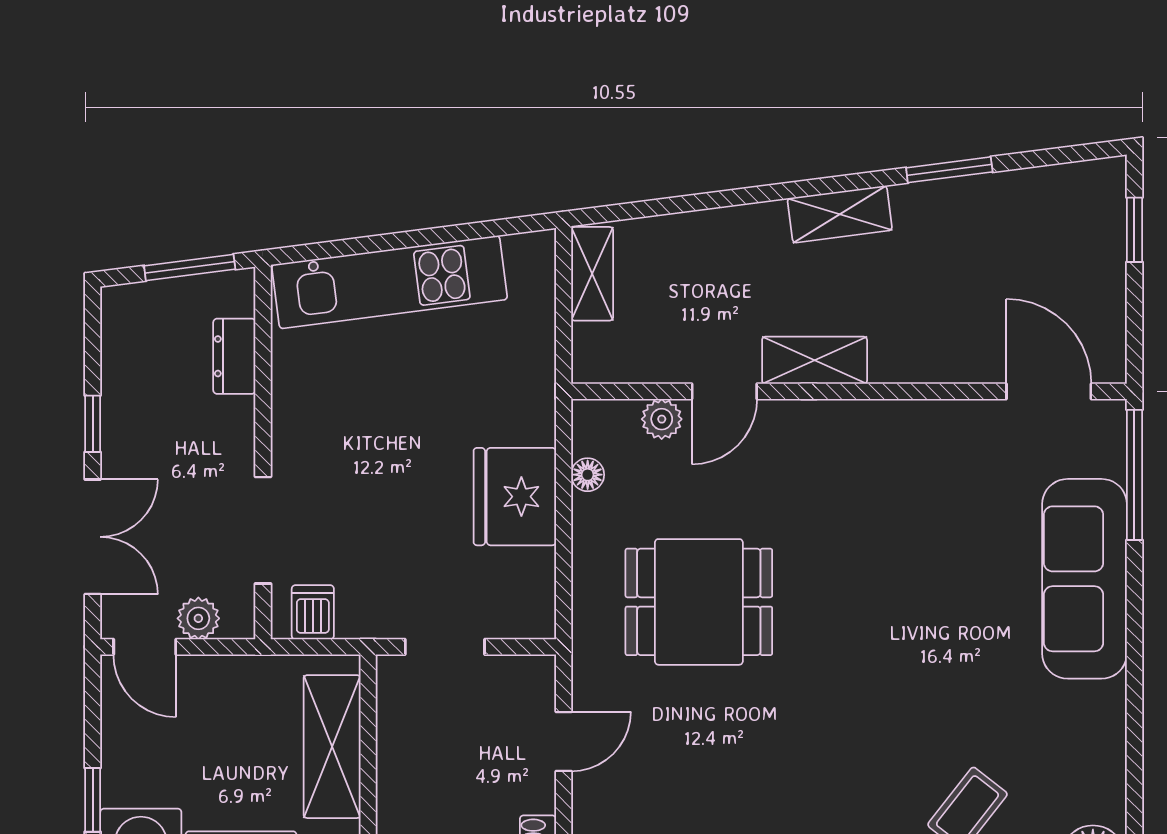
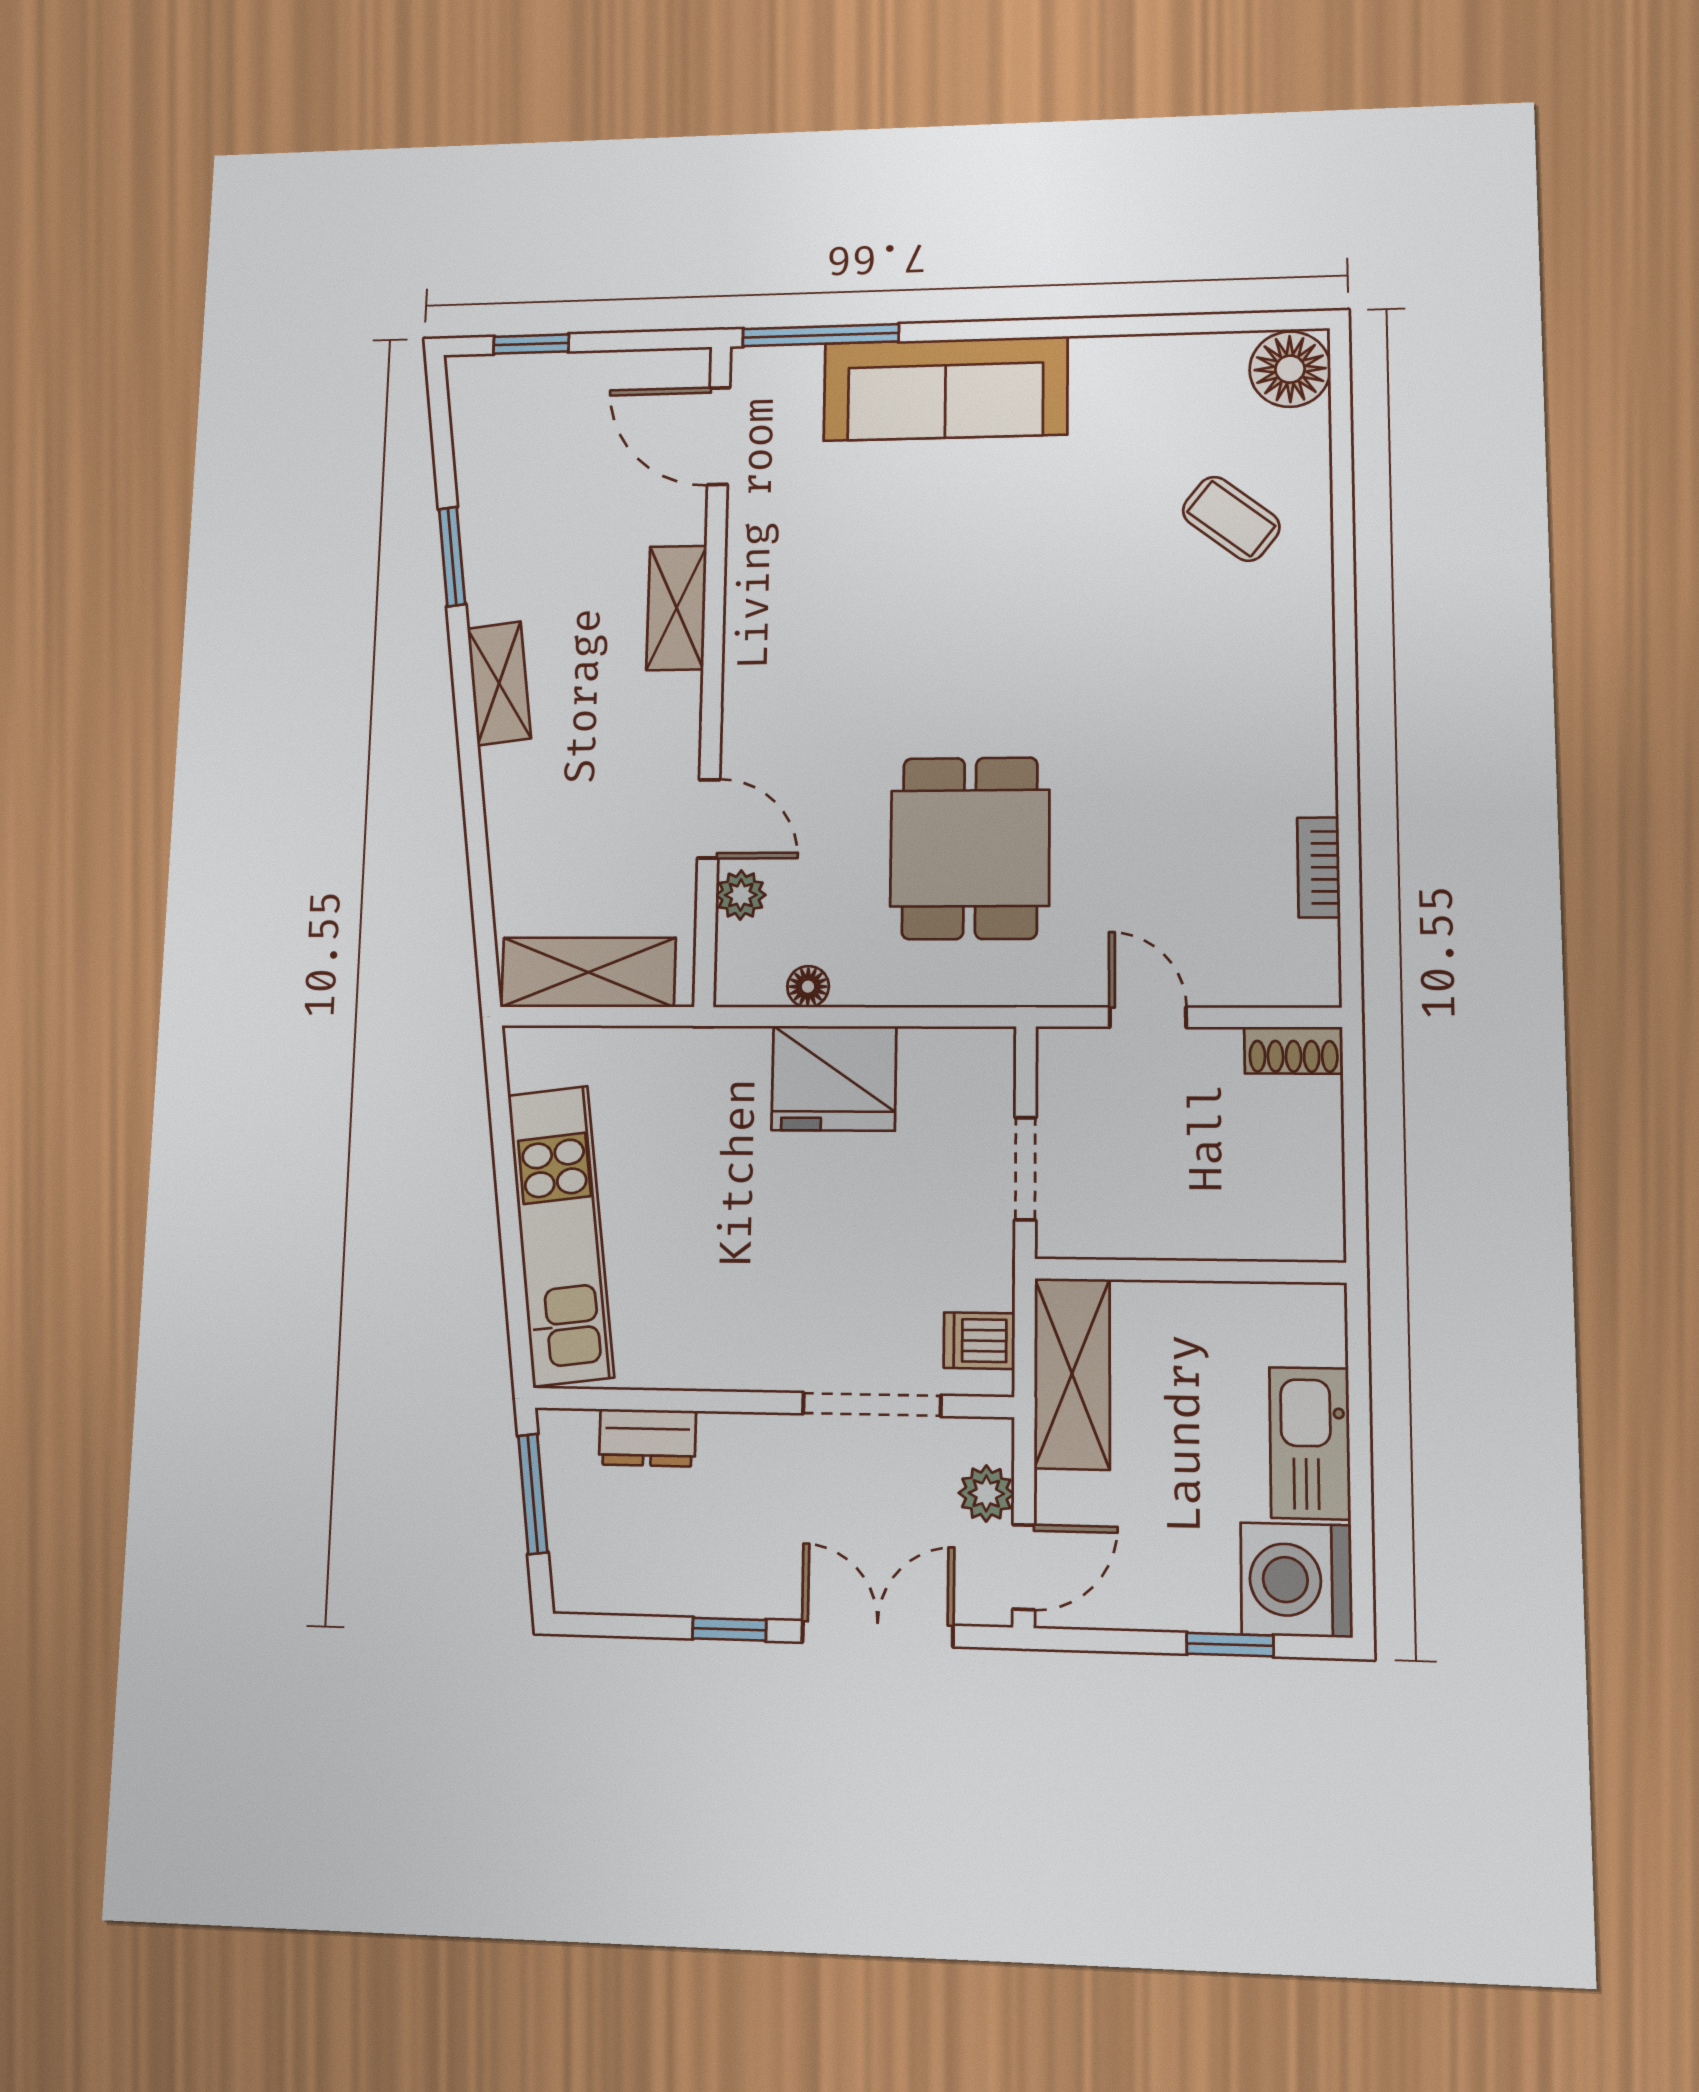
shelving: (592, 274) -> (588, 972), width x1.50, depth x1.33
shelving: (815, 360) -> (677, 608), moved
door: (1049, 391) -> (719, 436), hinge flipped
shelving: (332, 747) -> (1072, 1373), moved, turned 90

